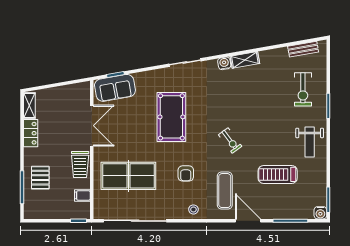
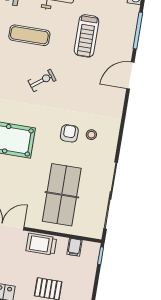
trolley: (80, 165) -> (41, 244), turned 180
armchair: (186, 173) -> (69, 133), turned -90
exercise mat: (225, 191) -> (29, 35), moved
stool: (193, 209) -> (91, 135), moved

